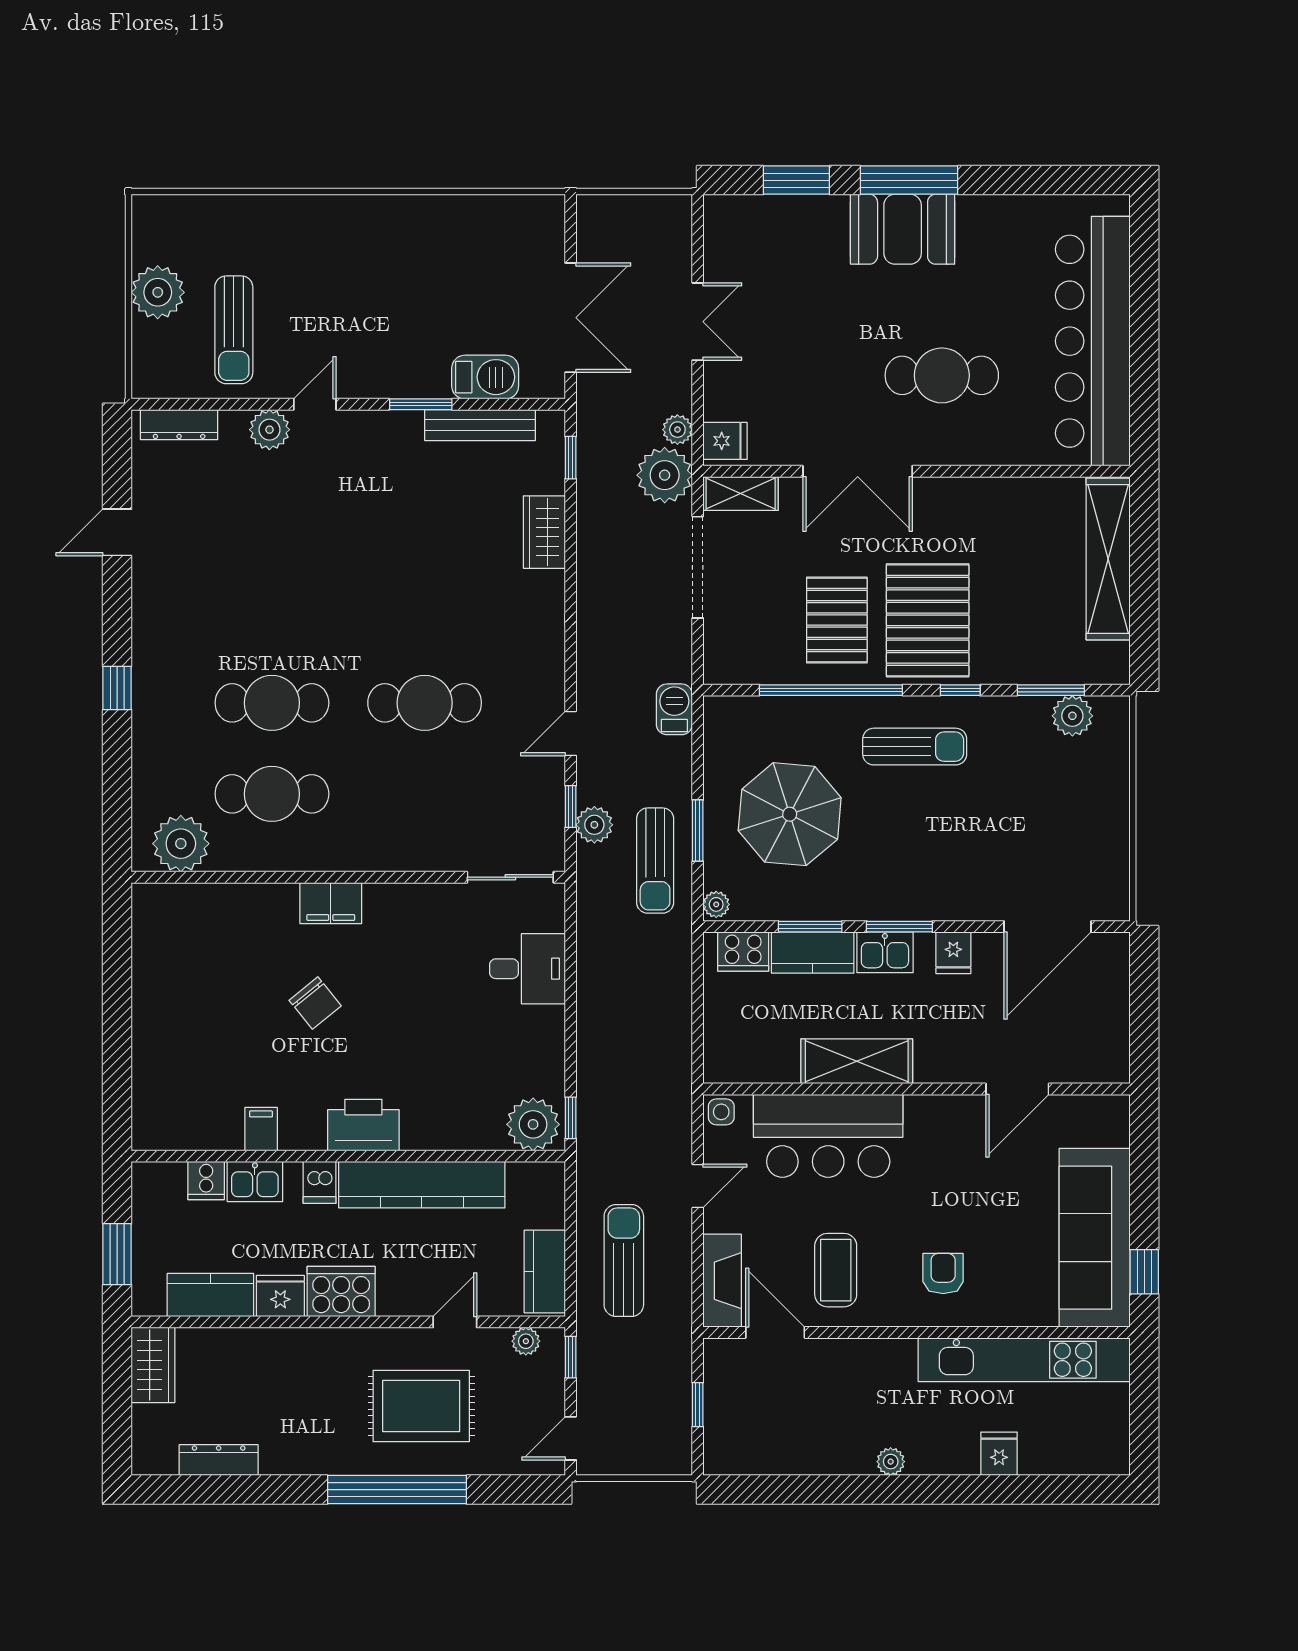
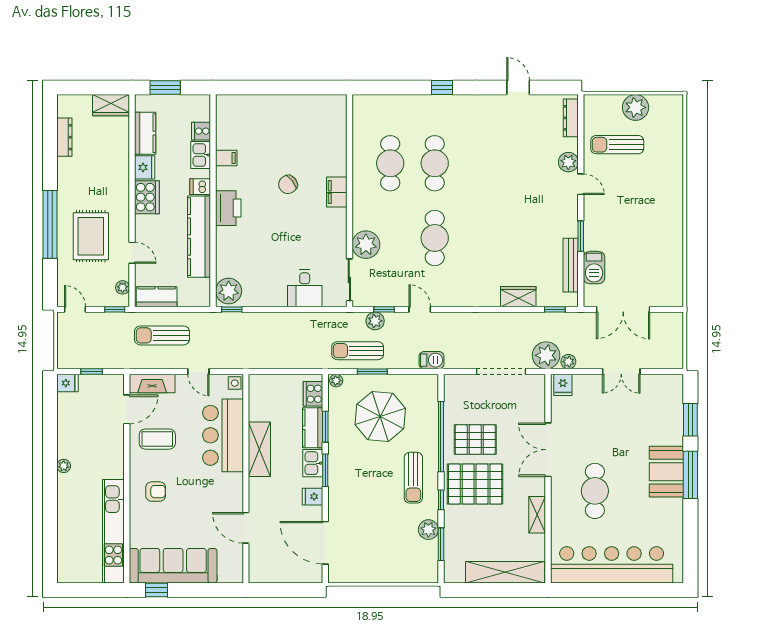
shelving: (741, 494) -> (537, 515), moved
plant: (1072, 716) -> (428, 530), moved
plant: (181, 844) -> (366, 245), moved
sun lounger: (624, 1260) -> (162, 335), turned 180
fridge: (999, 1454) -> (67, 383), moved

